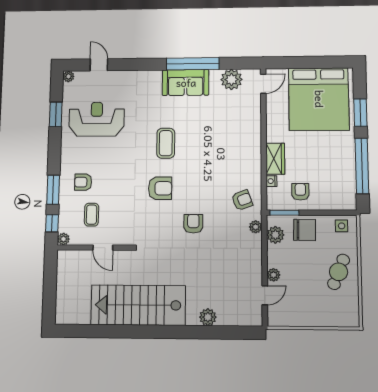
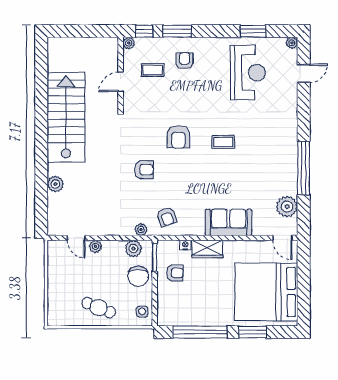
sofa: (186, 83) -> (228, 222), moved, turned 90
coffee table: (166, 143) -> (223, 142), width x0.73, depth x0.77

